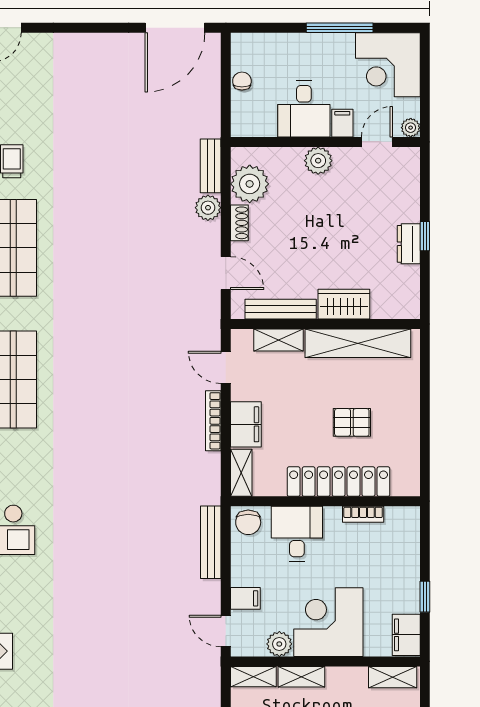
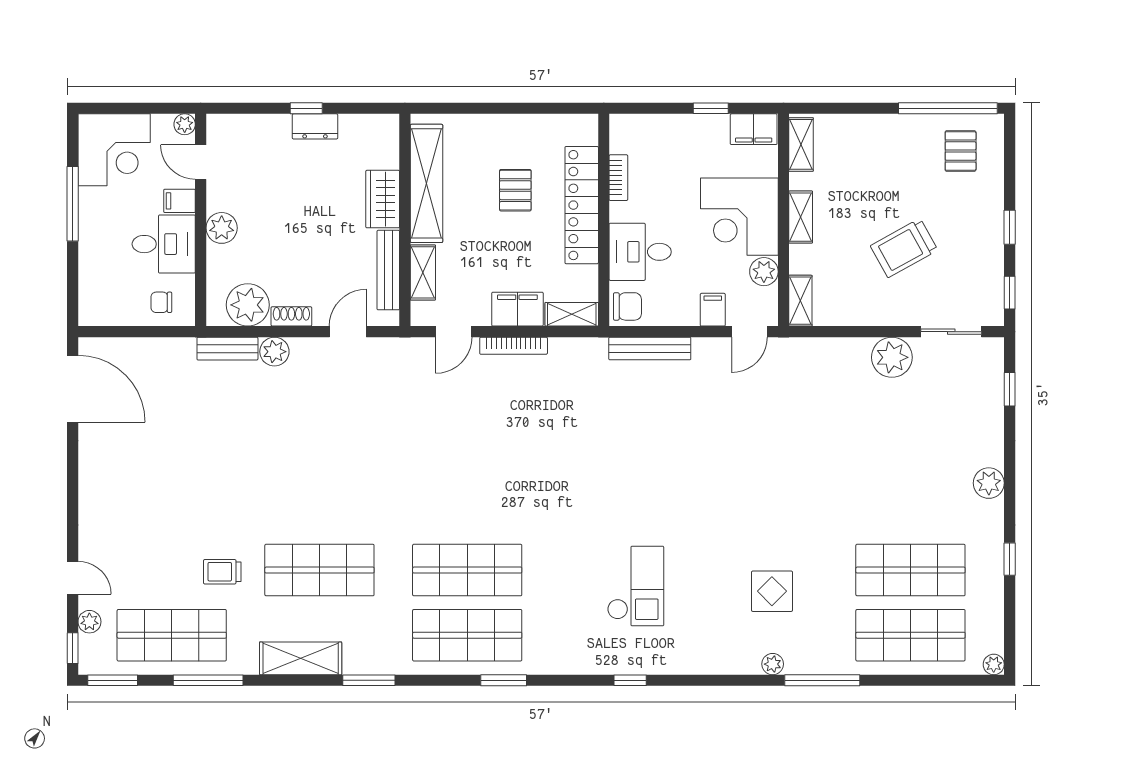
chair: (242, 81) -> (161, 302), moved
shelving: (301, 677) -> (801, 217), moved

